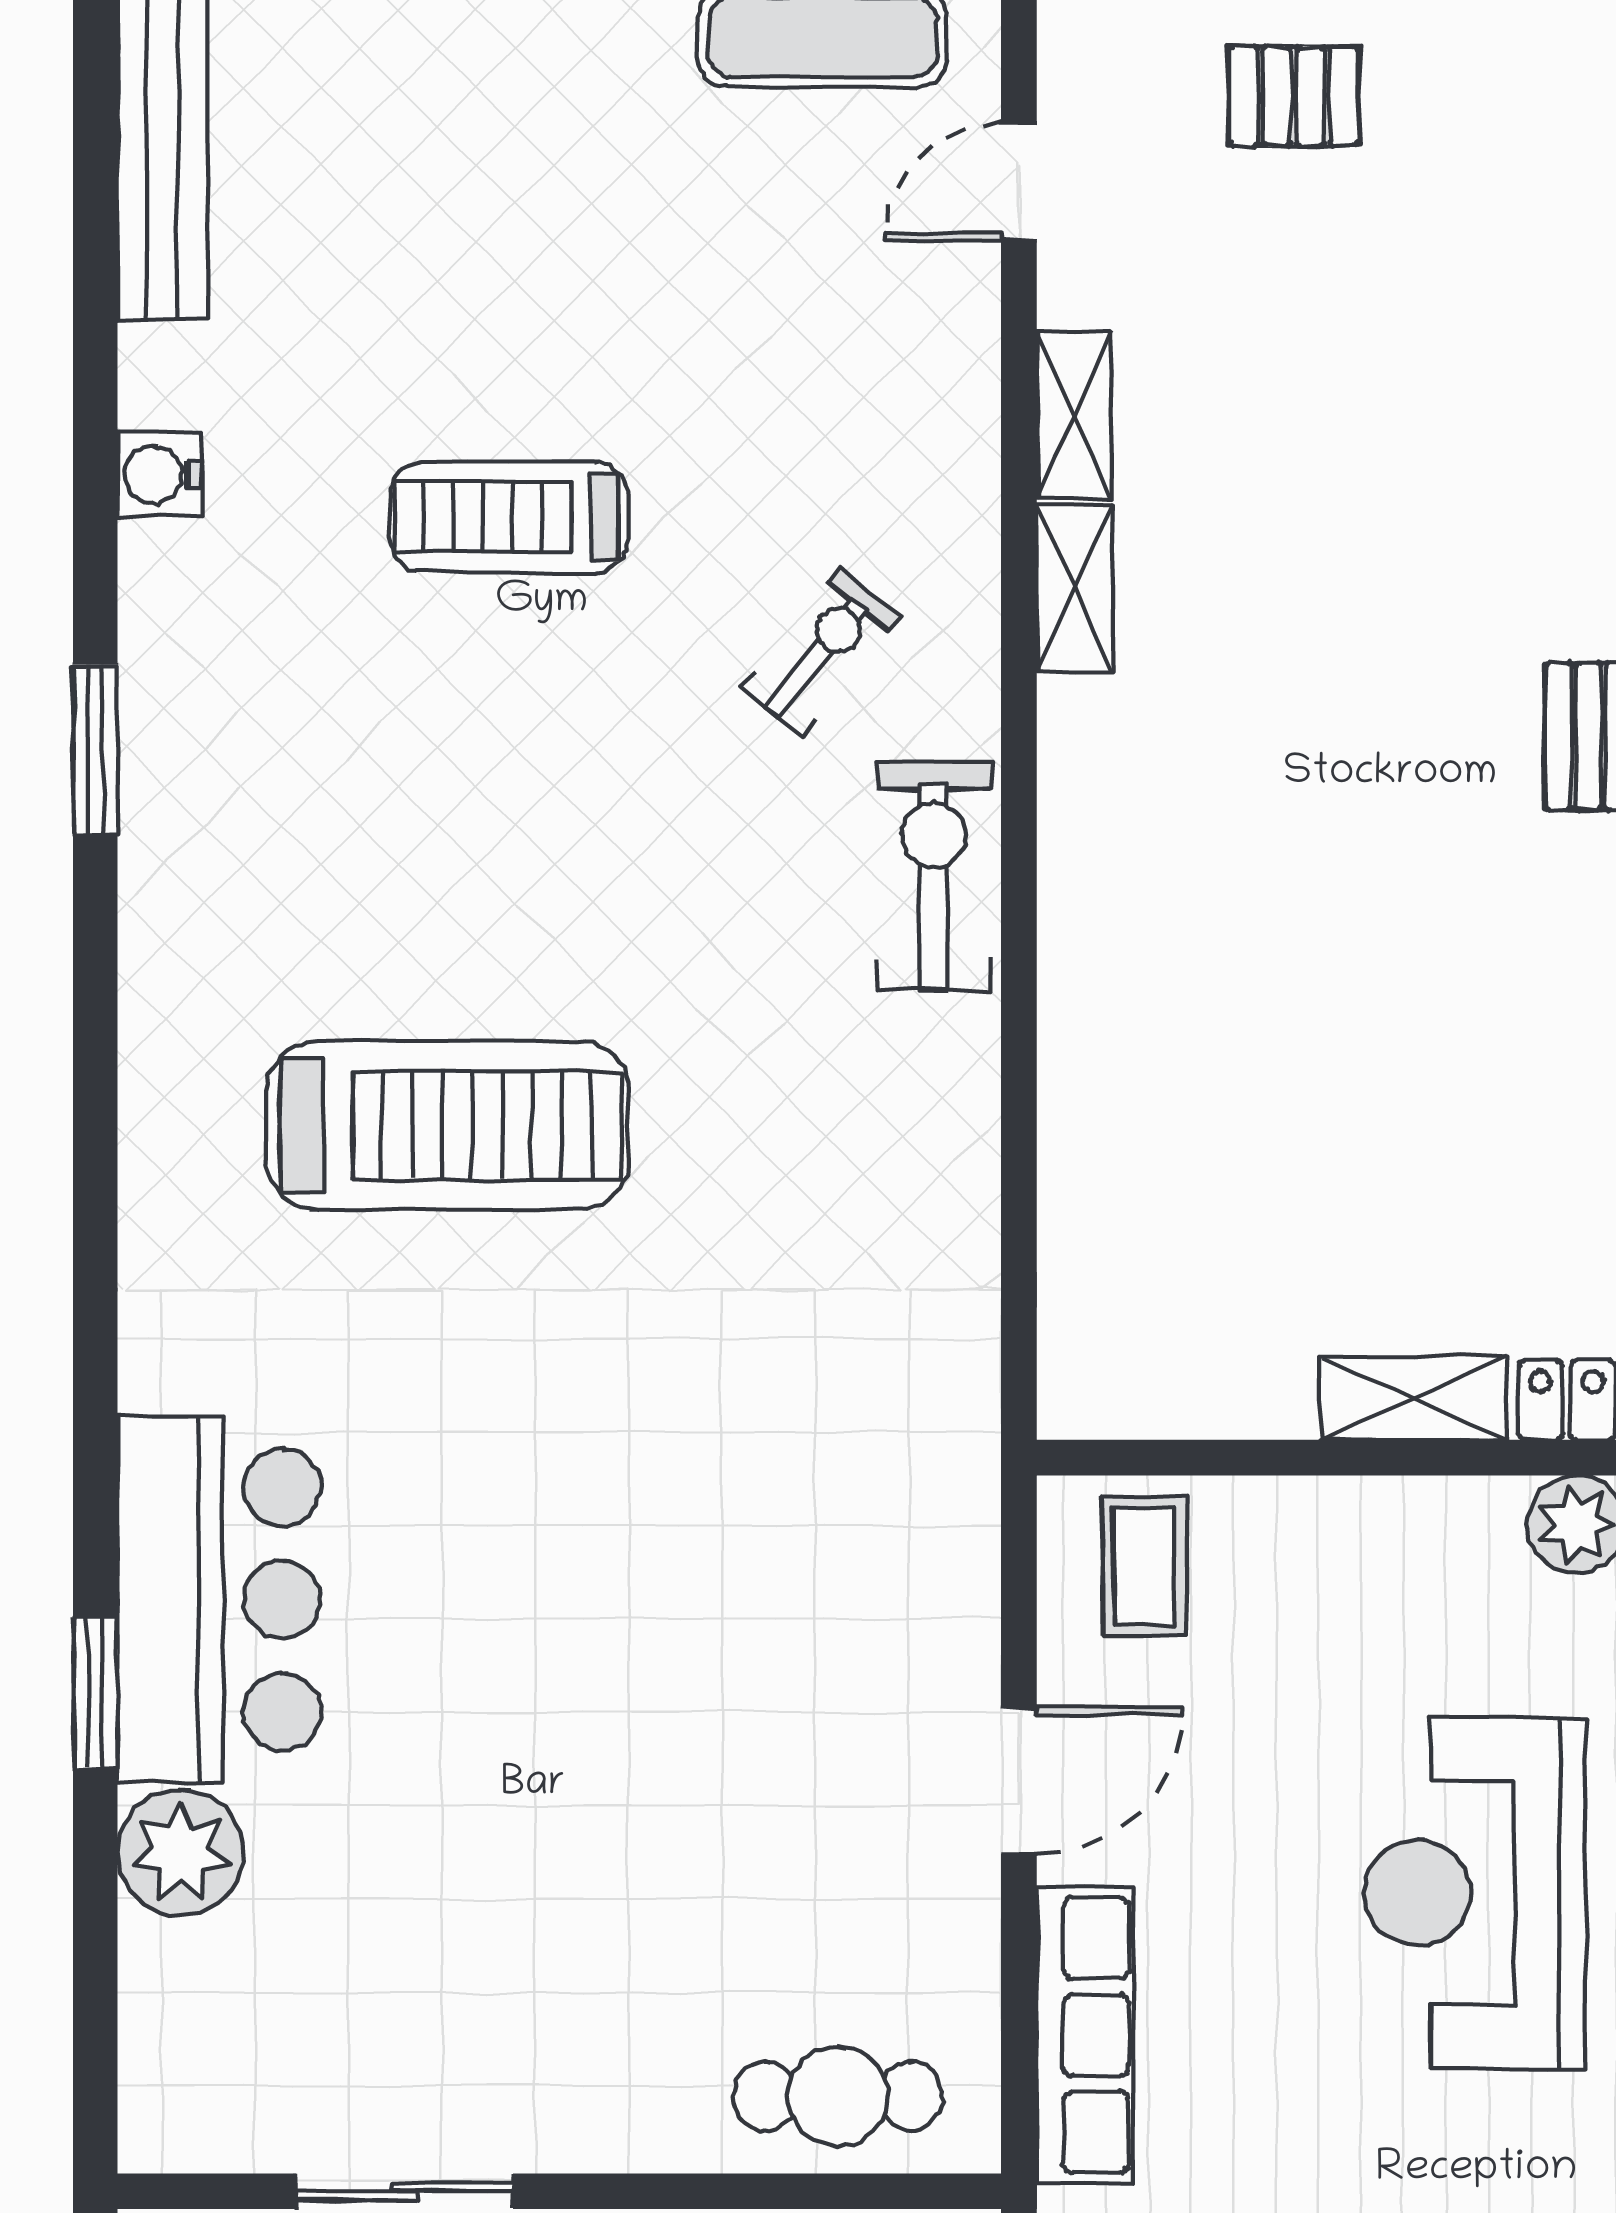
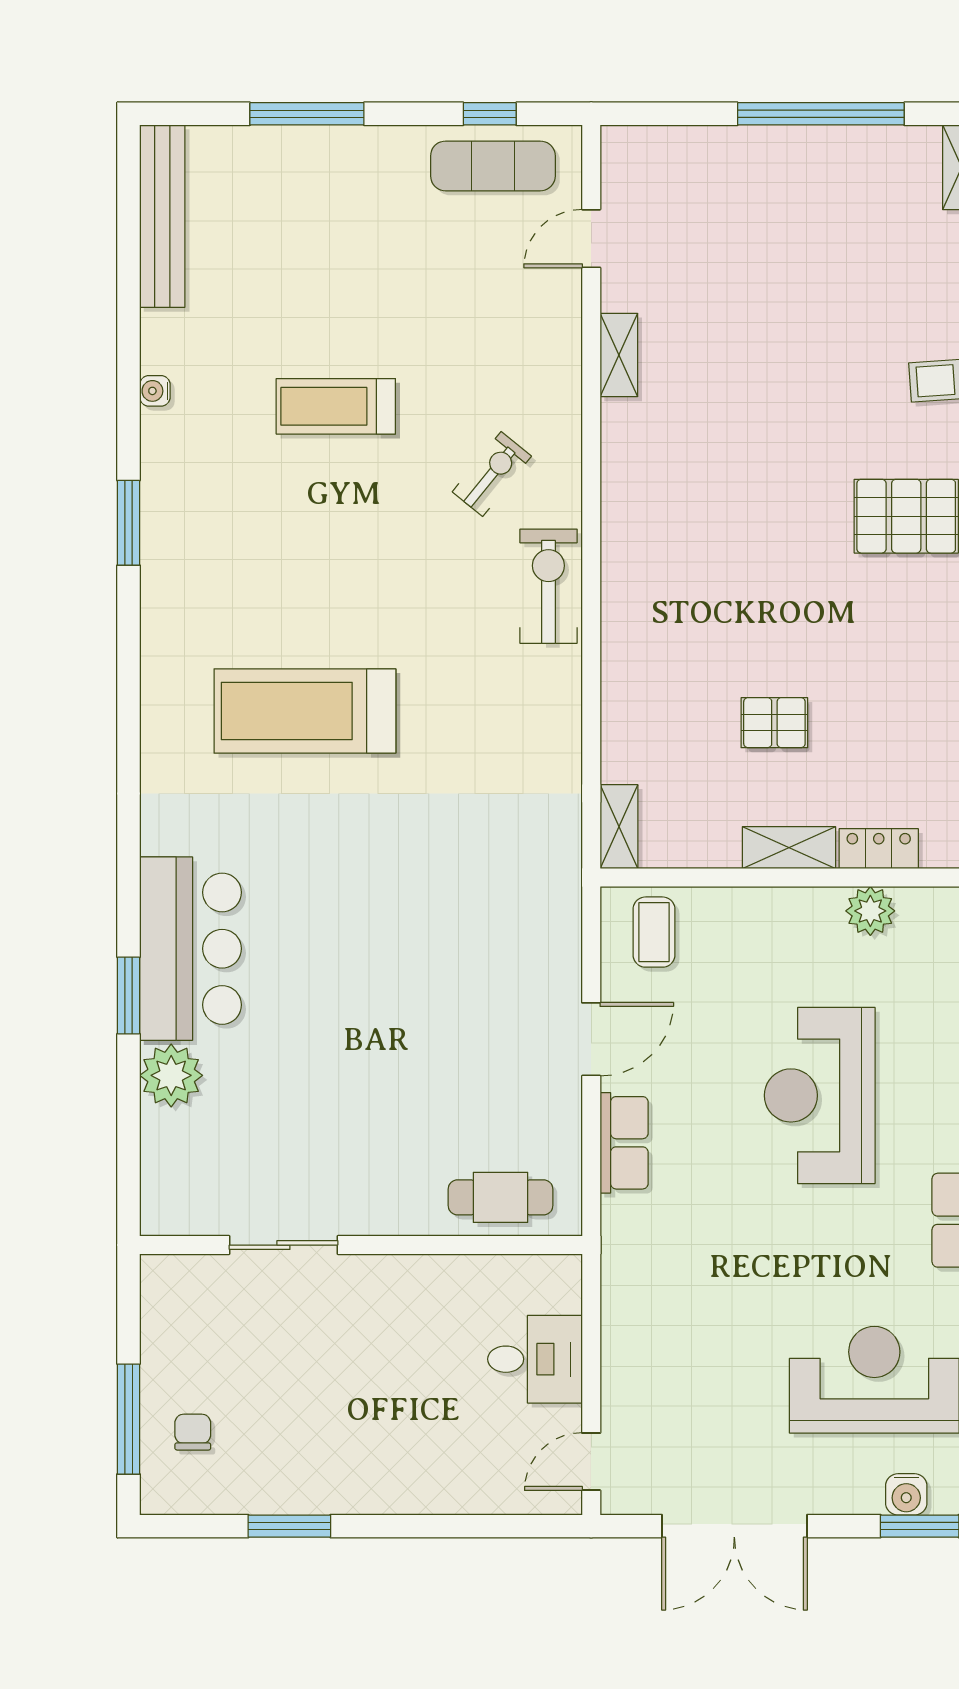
pallet: (1294, 96) -> (774, 723), moved
water cooler: (159, 475) -> (155, 391), width x0.72, depth x0.72
shelving: (1074, 589) -> (619, 827), moved
treadmill: (447, 1125) -> (305, 711), turned 180
row of seats: (1085, 2035) -> (624, 1143), width x0.68

